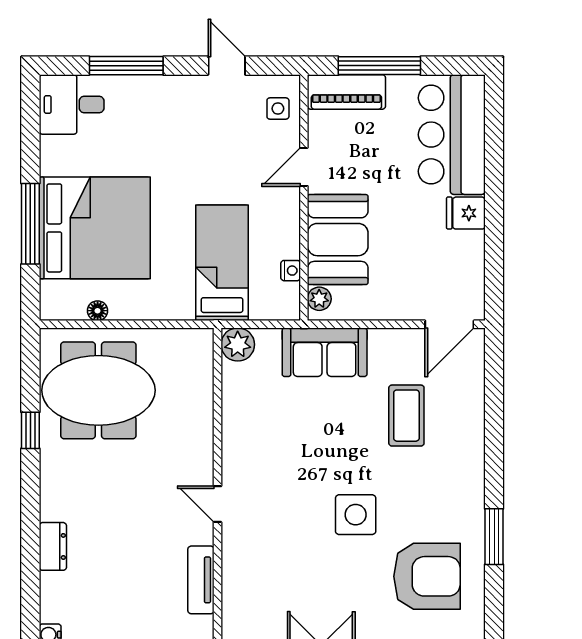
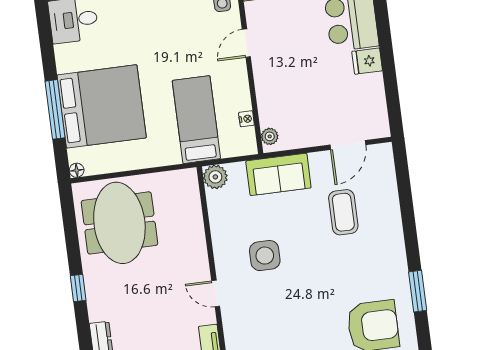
booth: (338, 240) -> (277, 92), removed
floor lamp: (98, 311) -> (77, 170), moved
door: (449, 324) -> (348, 145), moved
meeting table: (98, 390) -> (119, 223), turned 90
window: (30, 430) -> (78, 288), moved
side table: (356, 515) -> (265, 256), moved

